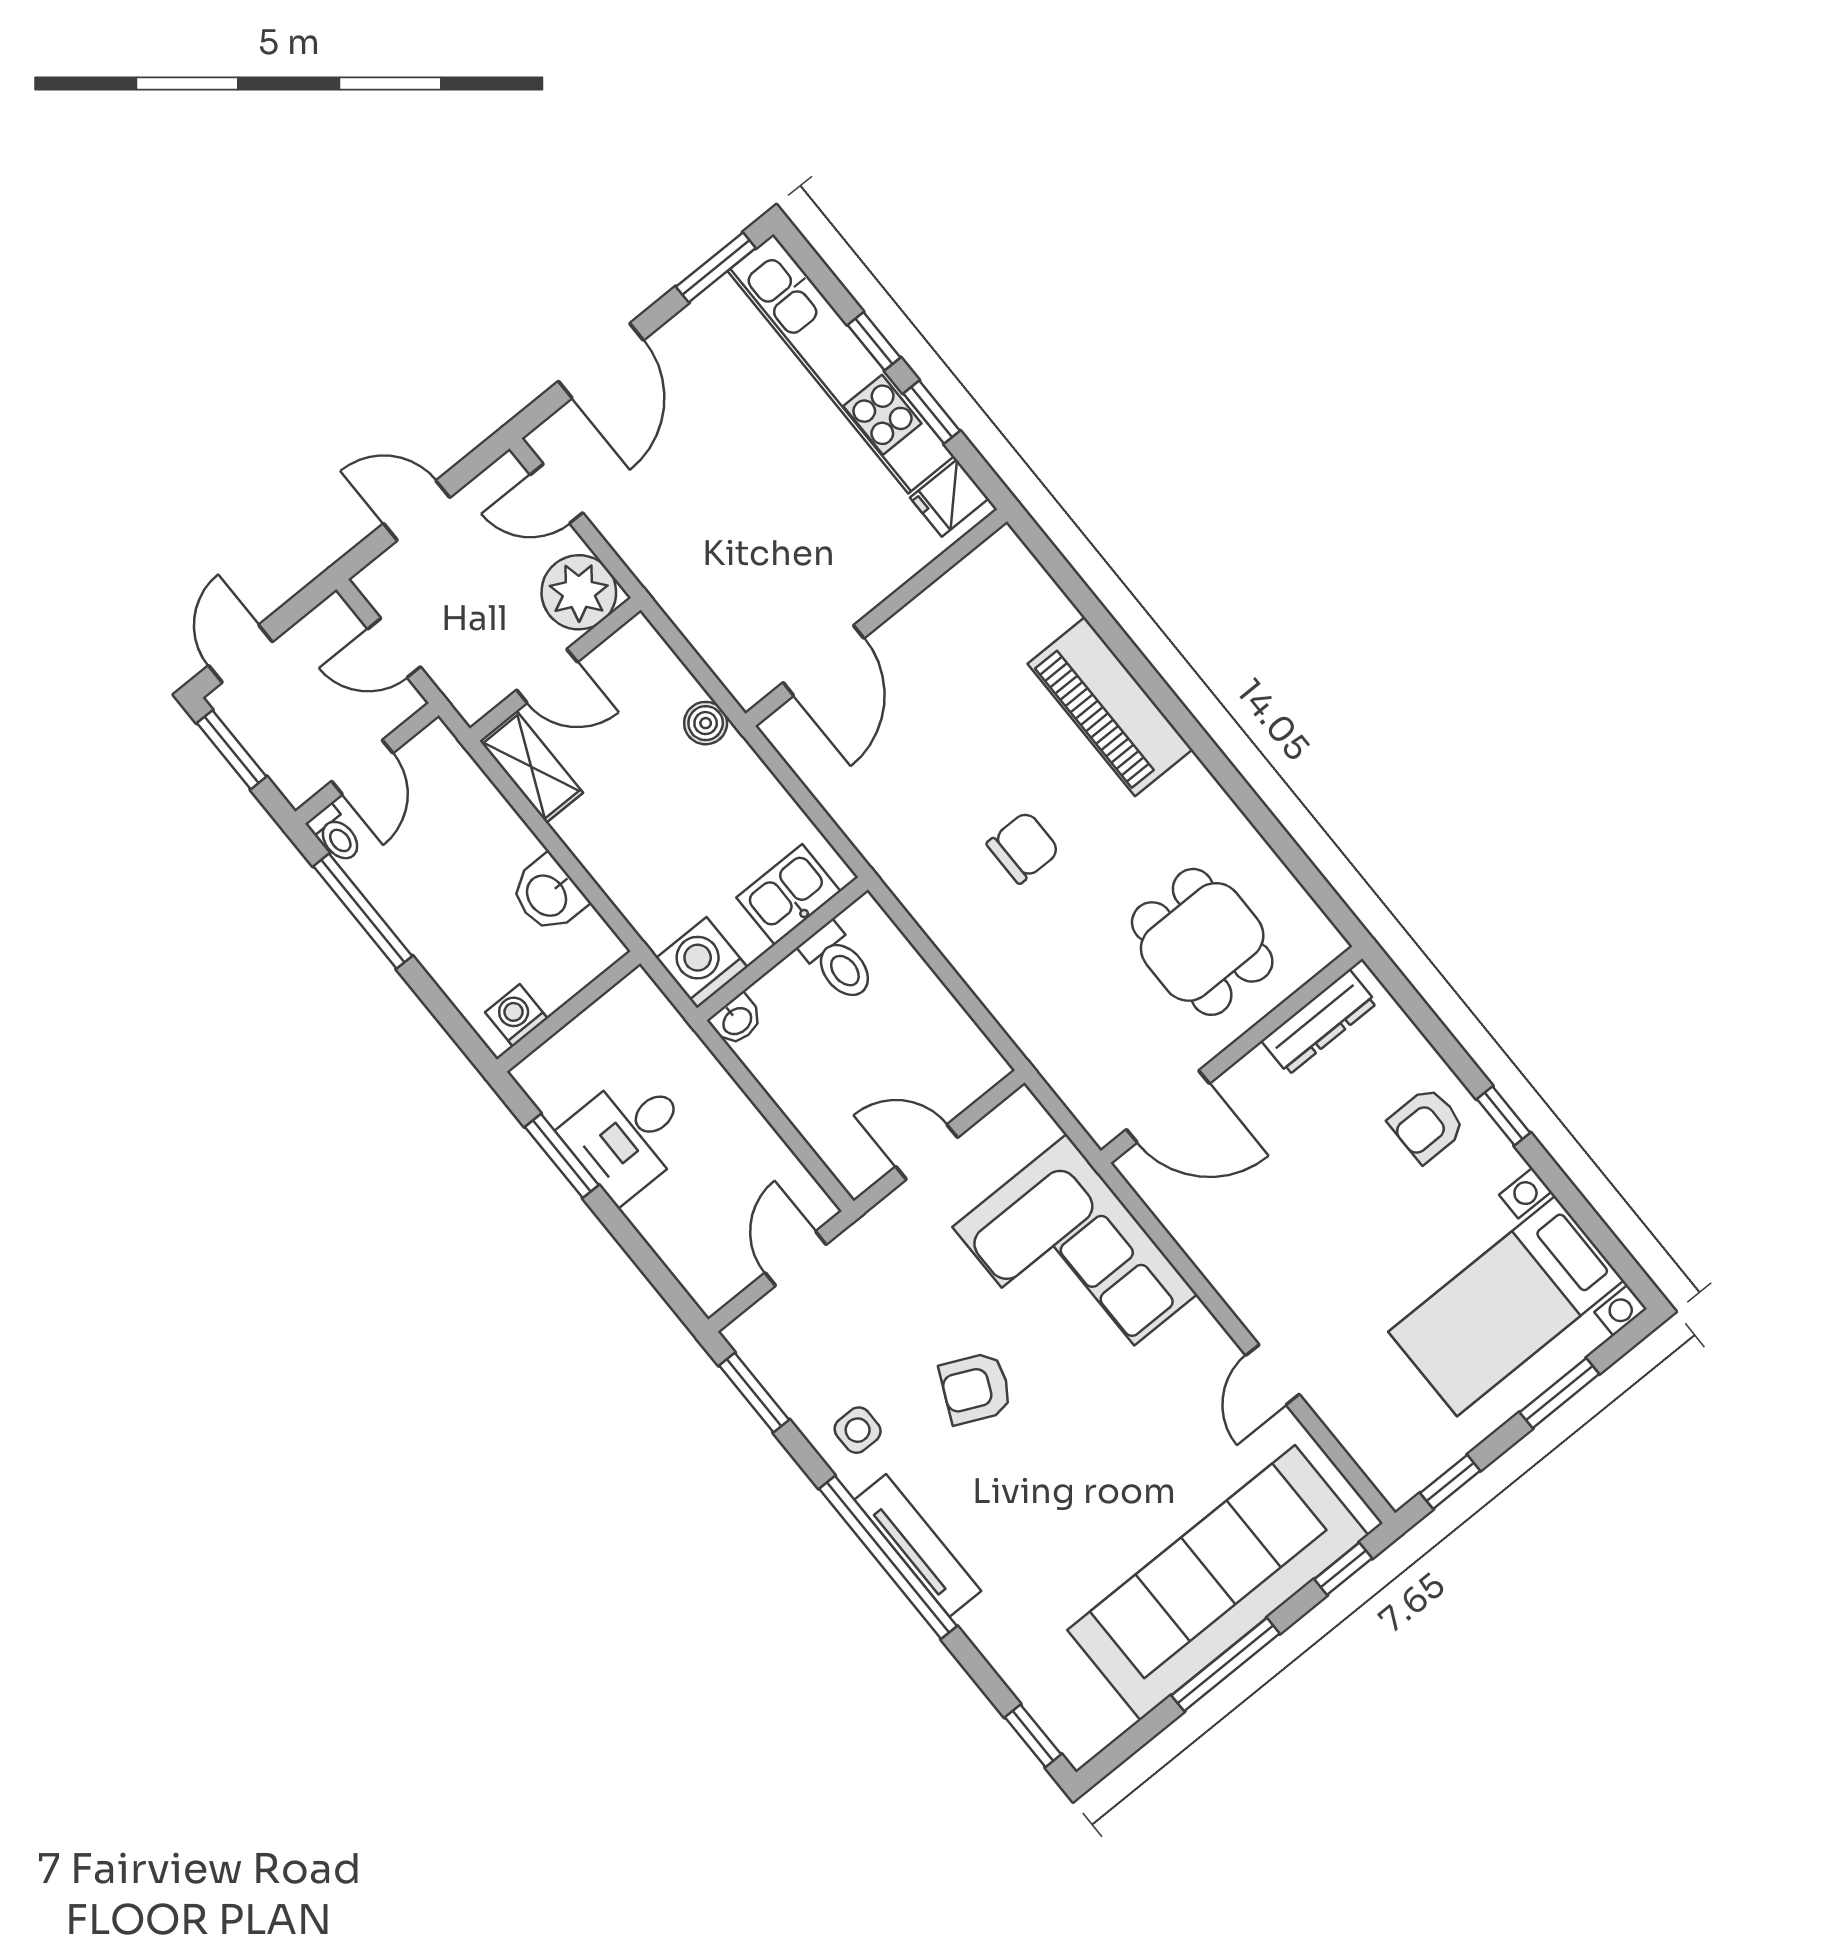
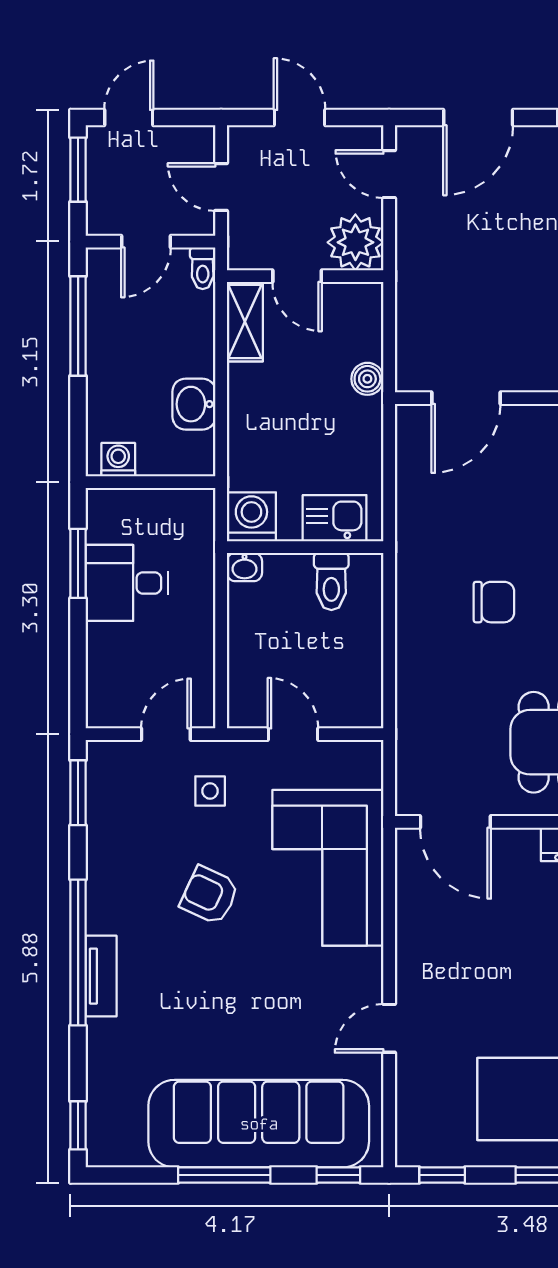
toilet: (335, 834) -> (203, 268), moved
side table: (858, 1430) -> (210, 791), moved
tv unit: (918, 1545) -> (101, 976), width x0.71

